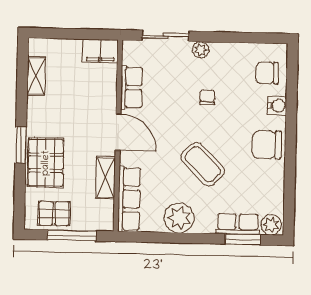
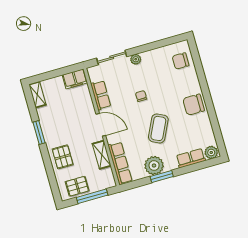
shelving: (36, 76) -> (37, 95), moved
chair: (207, 97) -> (141, 96), moved
water cooler: (277, 106) -> (193, 79), removed
window: (21, 145) -> (39, 132), moved
pallet: (46, 163) -> (63, 157), width x0.67, depth x0.71
coffee table: (203, 164) -> (158, 128), turned 71
window: (243, 239) -> (162, 177), moved

